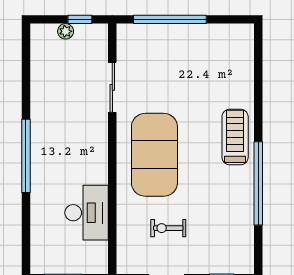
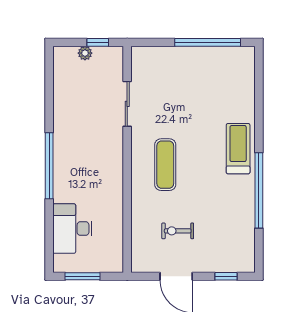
window: (170, 19) -> (208, 42), moved
exercise mat: (154, 155) -> (165, 165), width x0.50, depth x0.69
desk: (87, 213) -> (72, 229), moved, turned 180

